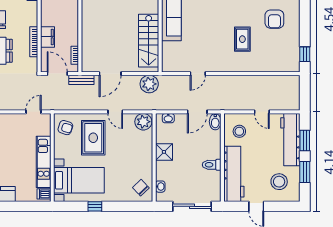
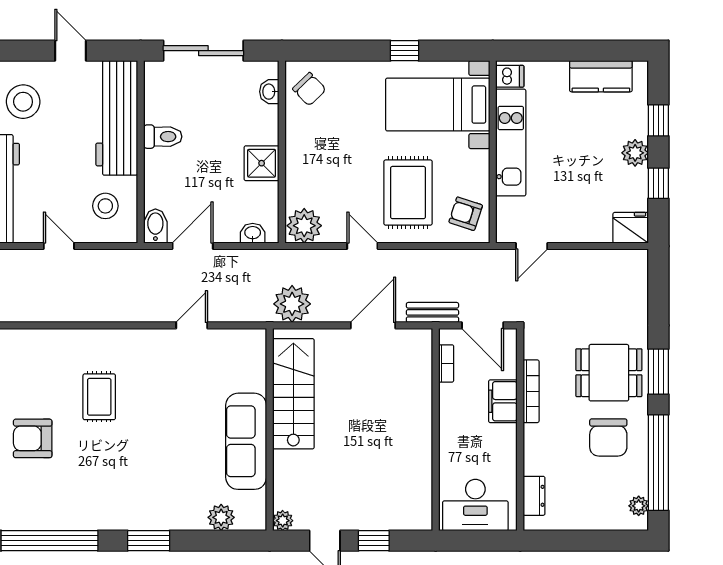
armchair: (274, 19) -> (33, 438), turned -90

